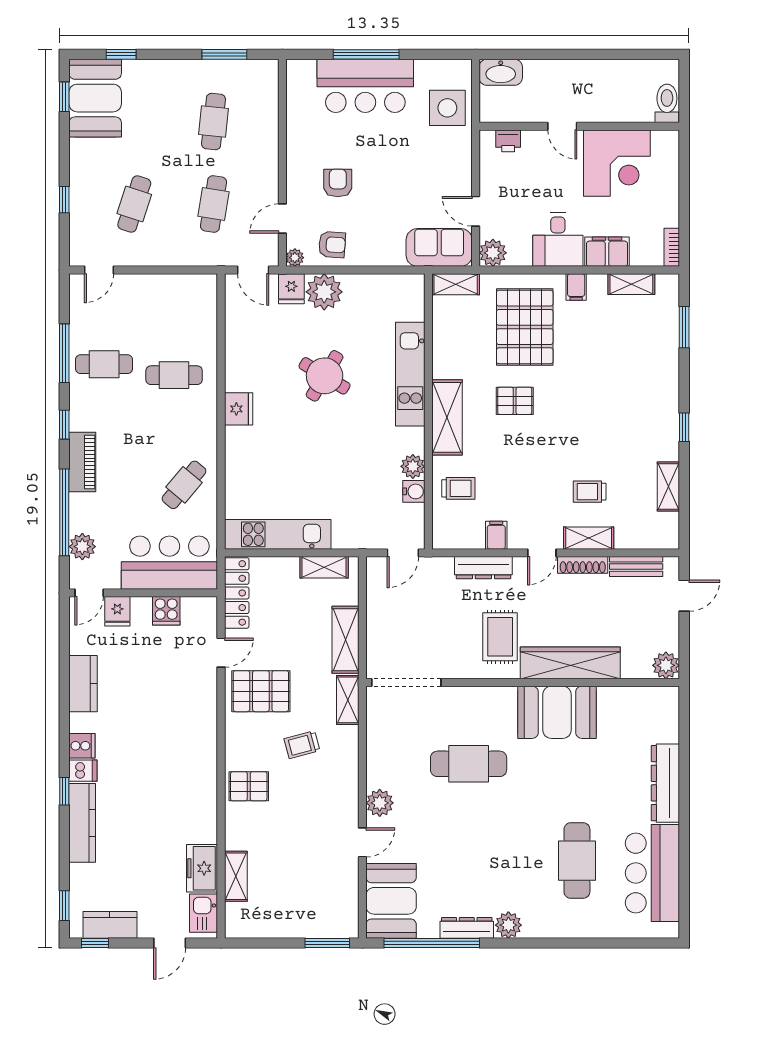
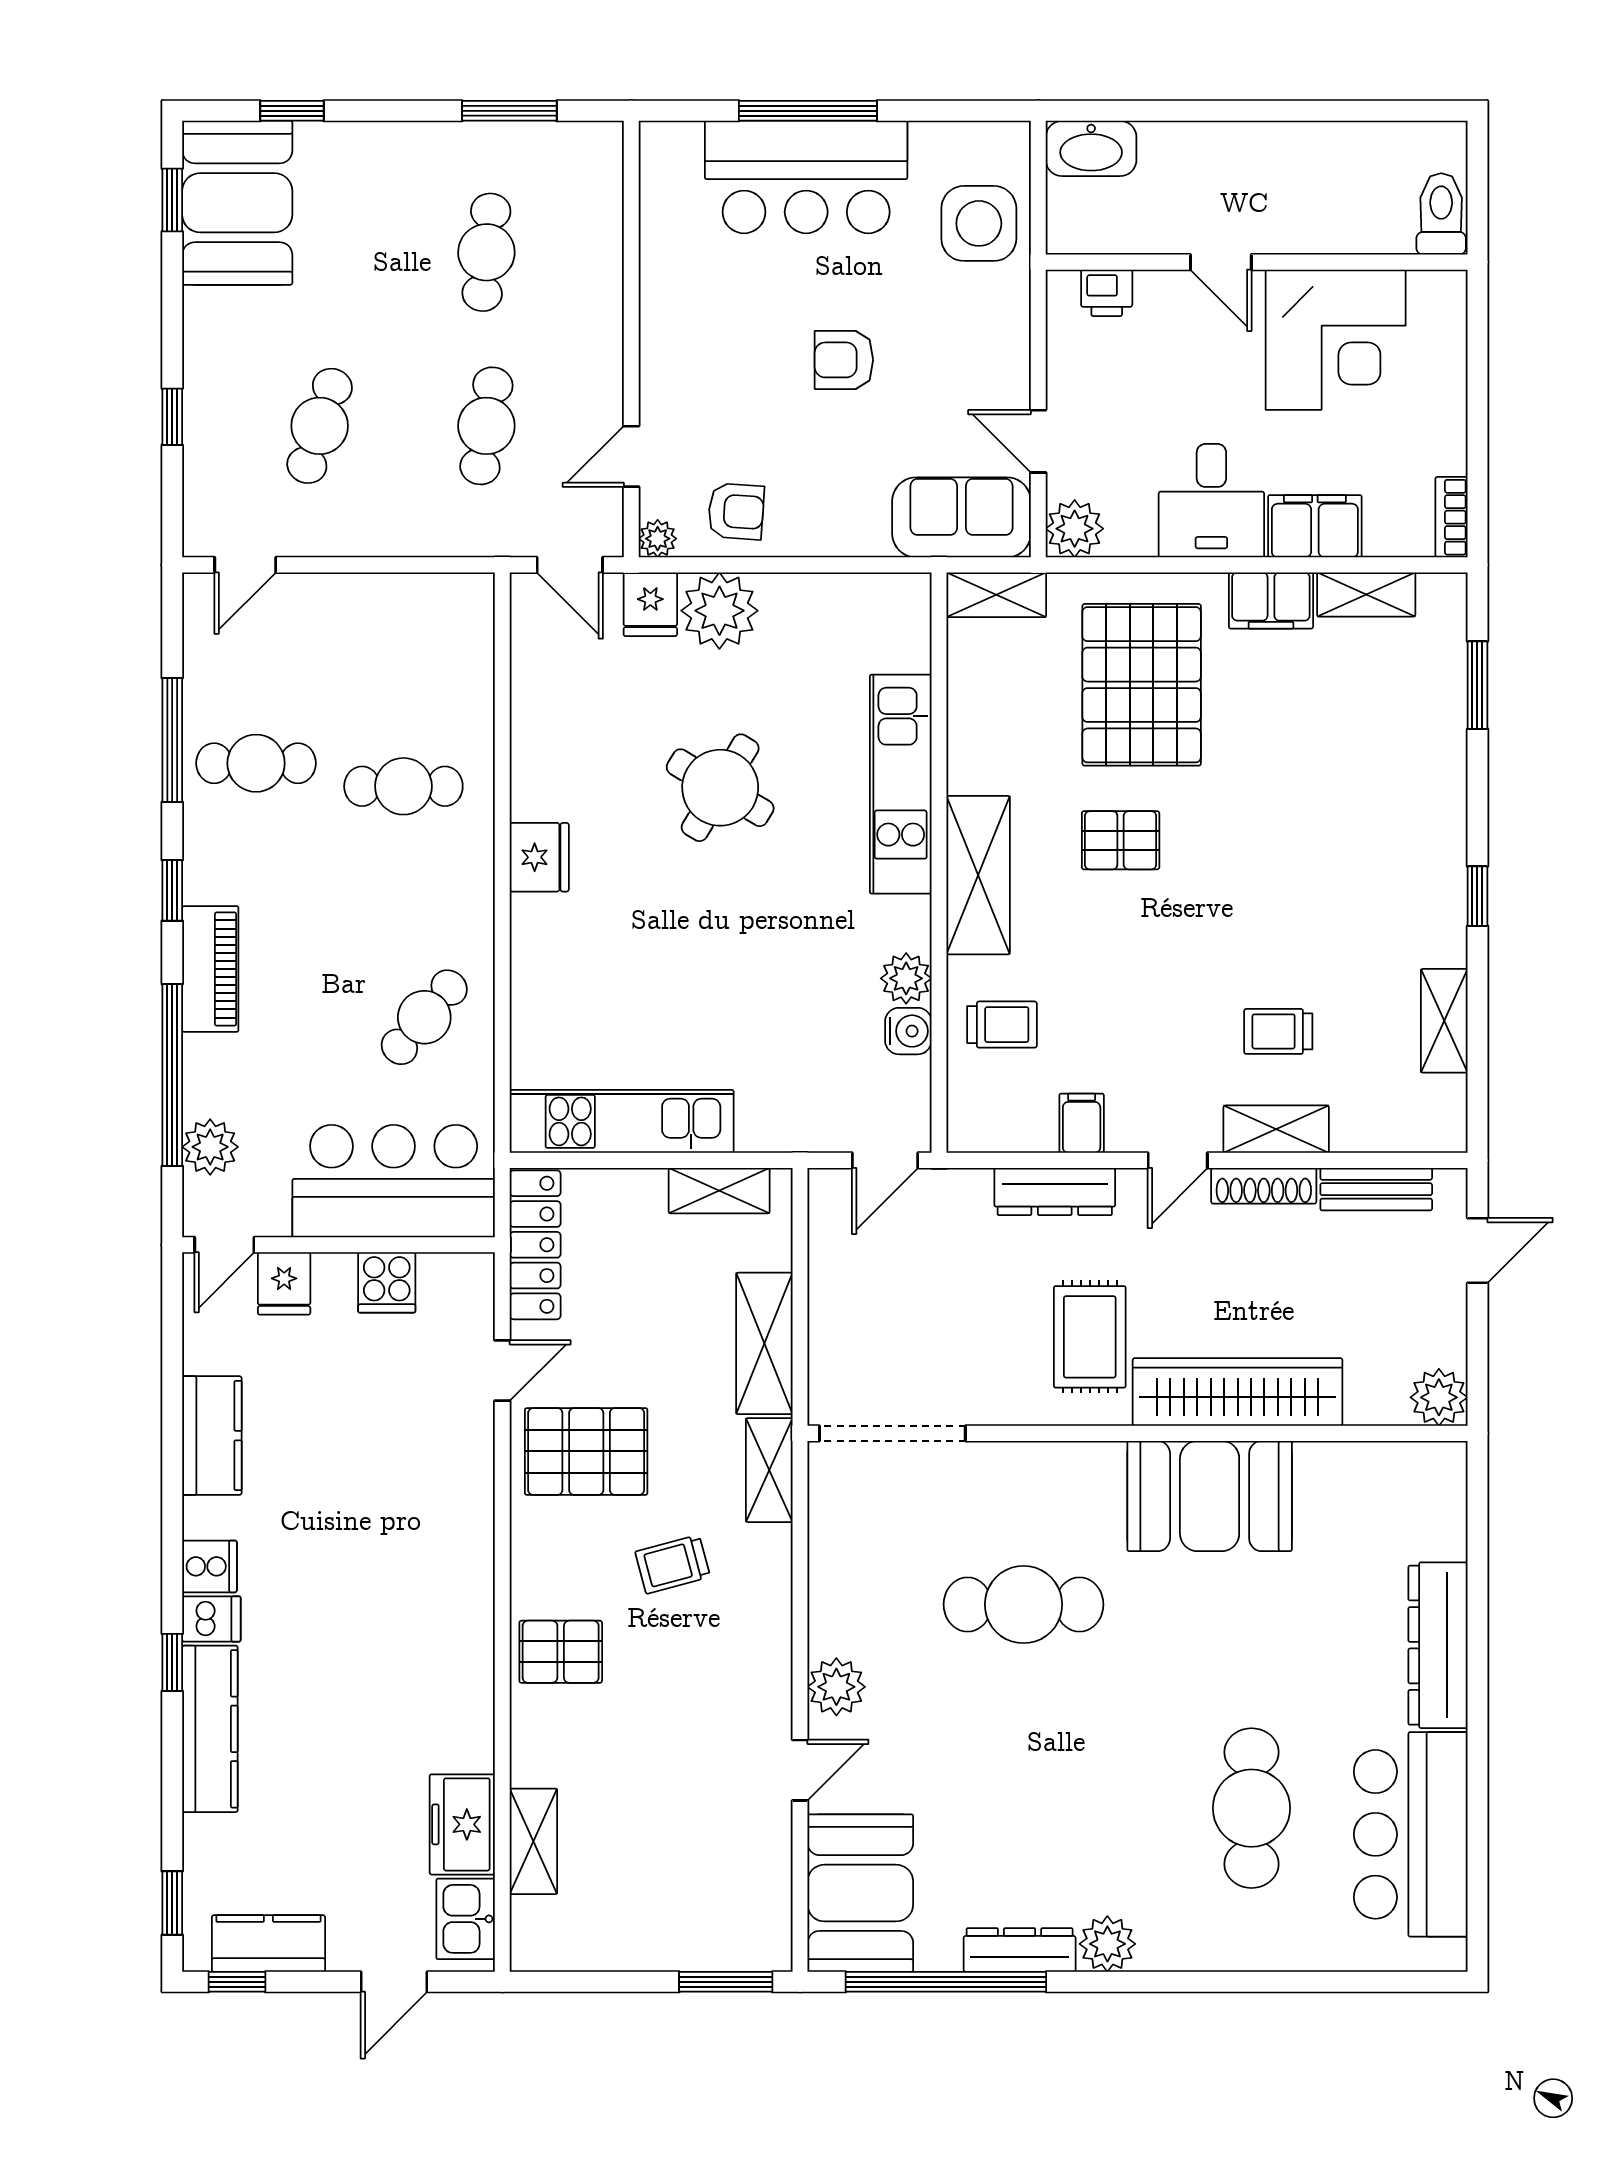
armchair: (338, 183) -> (844, 360), moved, turned -90
filing cabinet: (576, 287) -> (1271, 600), width x2.00

